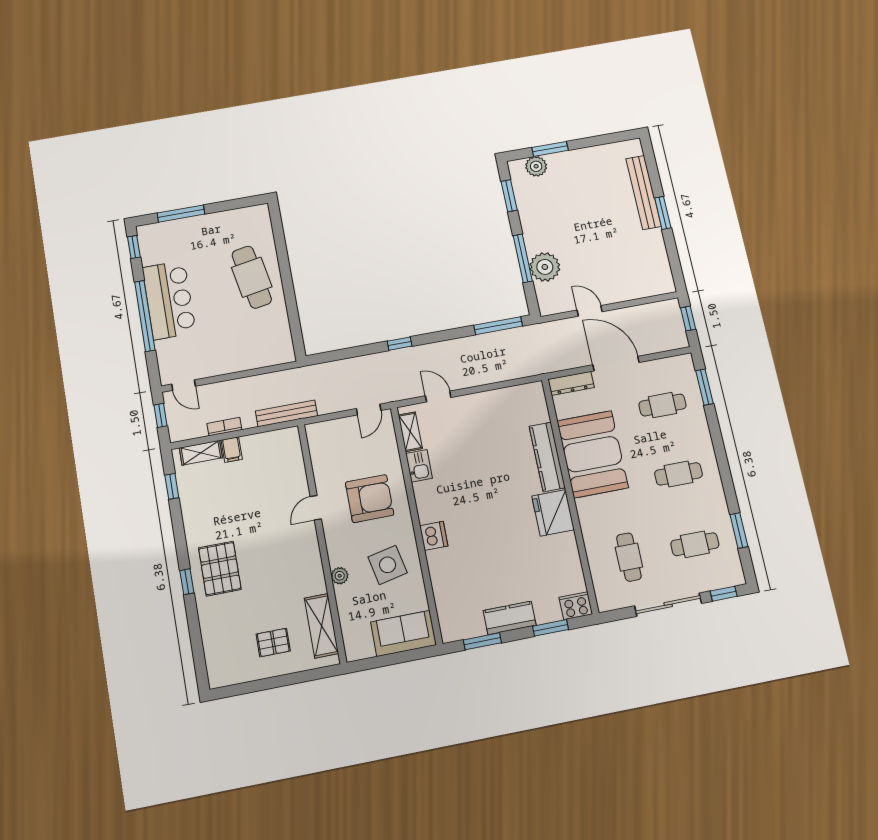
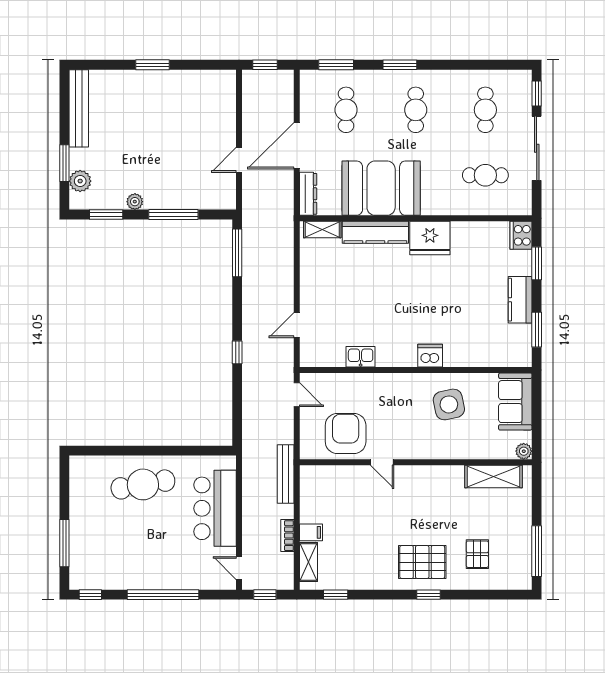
bench: (644, 192) -> (79, 108), moved, turned 90
plant: (545, 267) -> (135, 202), moved, width x0.53, depth x0.53
bar counter: (169, 300) -> (215, 508), moved, turned -90
door: (183, 385) -> (239, 568), swing flipped
shelving: (410, 432) -> (322, 230), moved
armchair: (370, 499) -> (346, 433), moved
window: (739, 531) -> (400, 65), moved
plant: (340, 576) -> (524, 451), moved
pallet: (273, 643) -> (477, 554), moved
window: (251, 687) -> (537, 551), added

